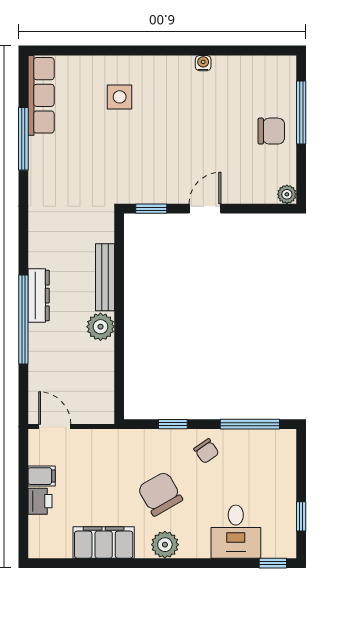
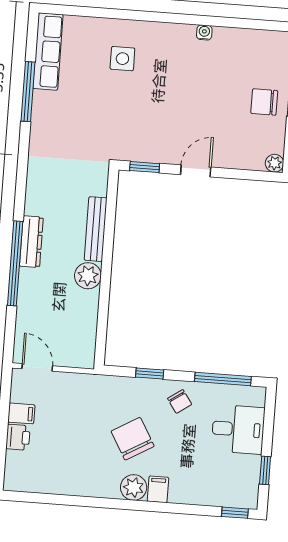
chair: (271, 131) -> (264, 102), turned 180
desk: (236, 532) -> (238, 429), moved, turned -90
filing cabinet: (104, 542) -> (158, 489), moved, width x0.33, depth x0.86

